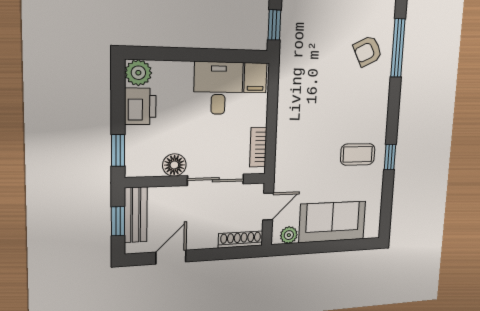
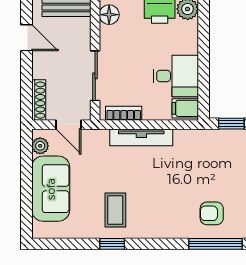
armchair: (368, 51) -> (212, 213), turned -63
tv unit: (285, 127) -> (141, 137), added
floor lamp: (174, 165) -> (109, 15), moved

